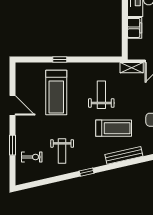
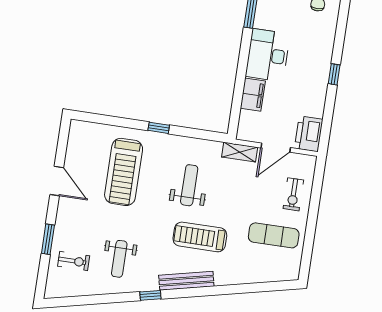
window: (60, 60) -> (159, 128), moved
treadmill: (114, 128) -> (200, 237), turned 180
bench: (124, 155) -> (186, 281), moved

